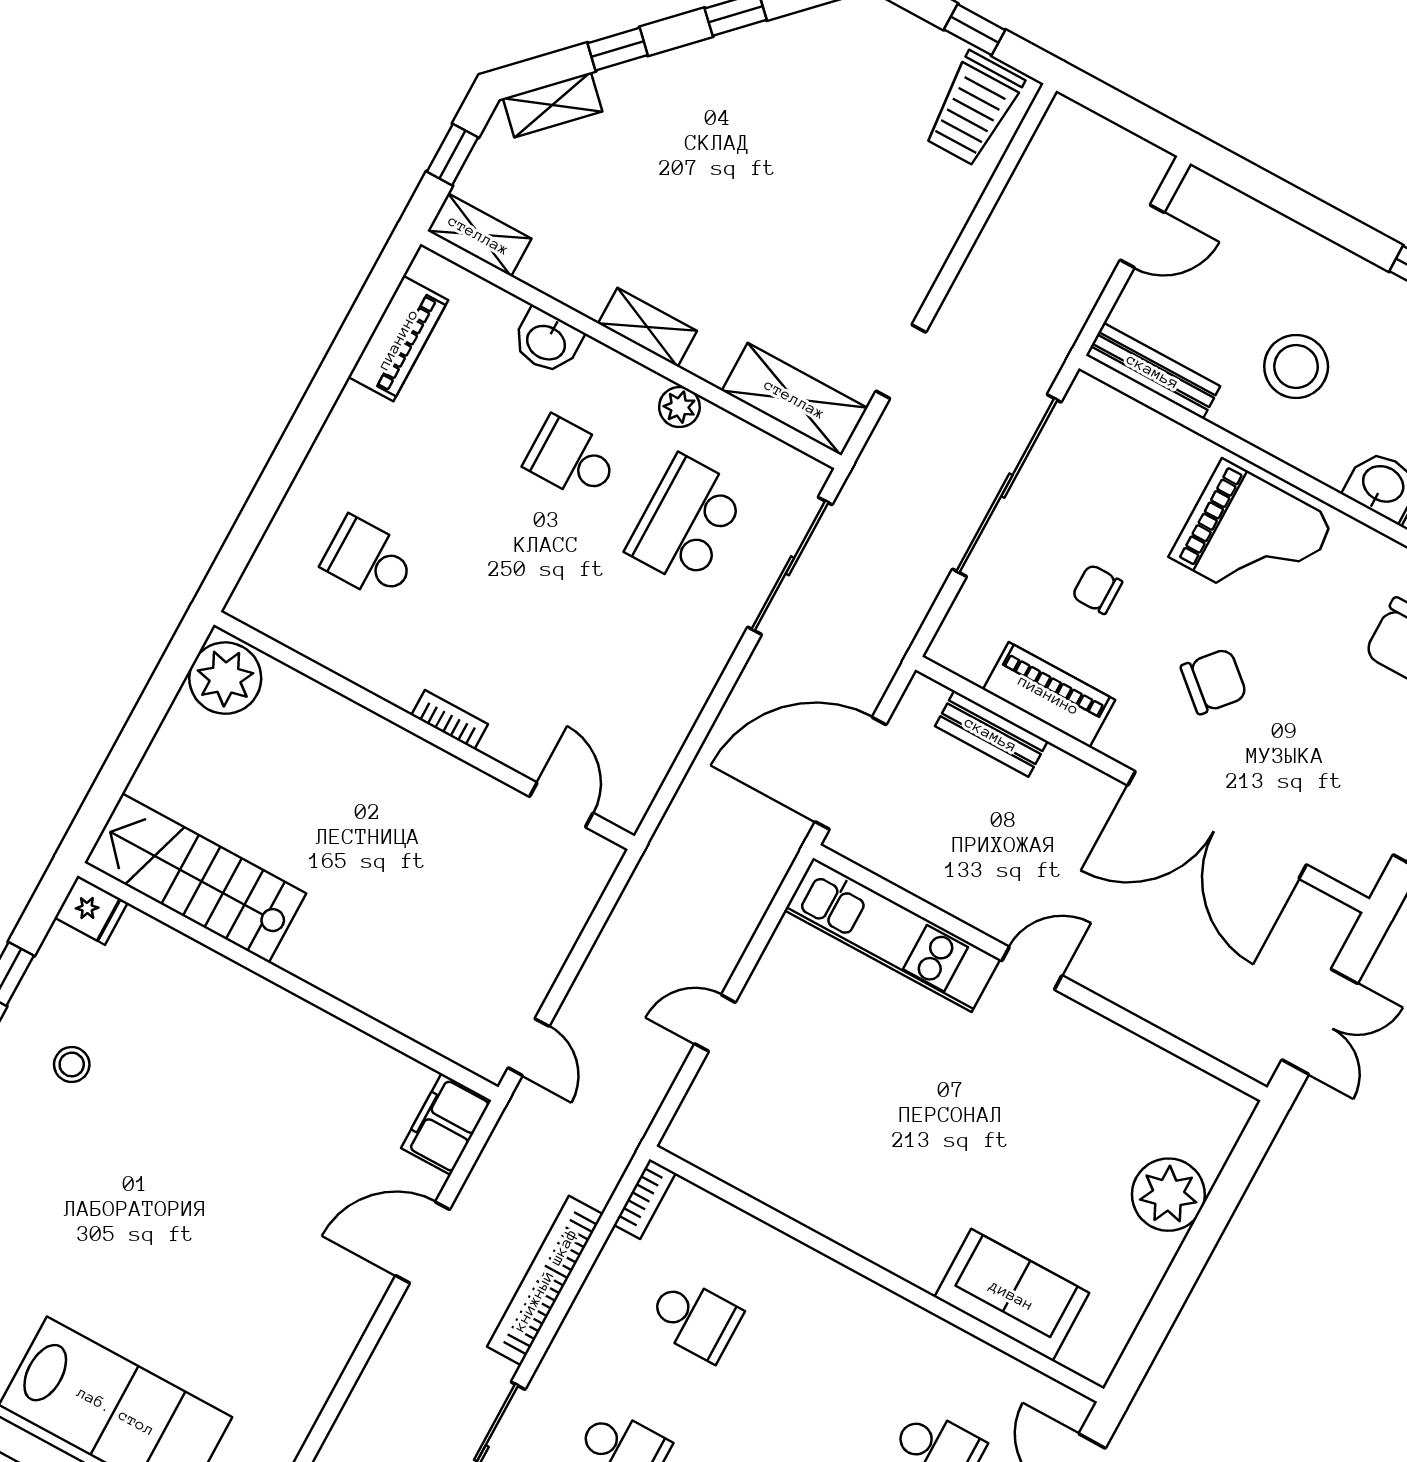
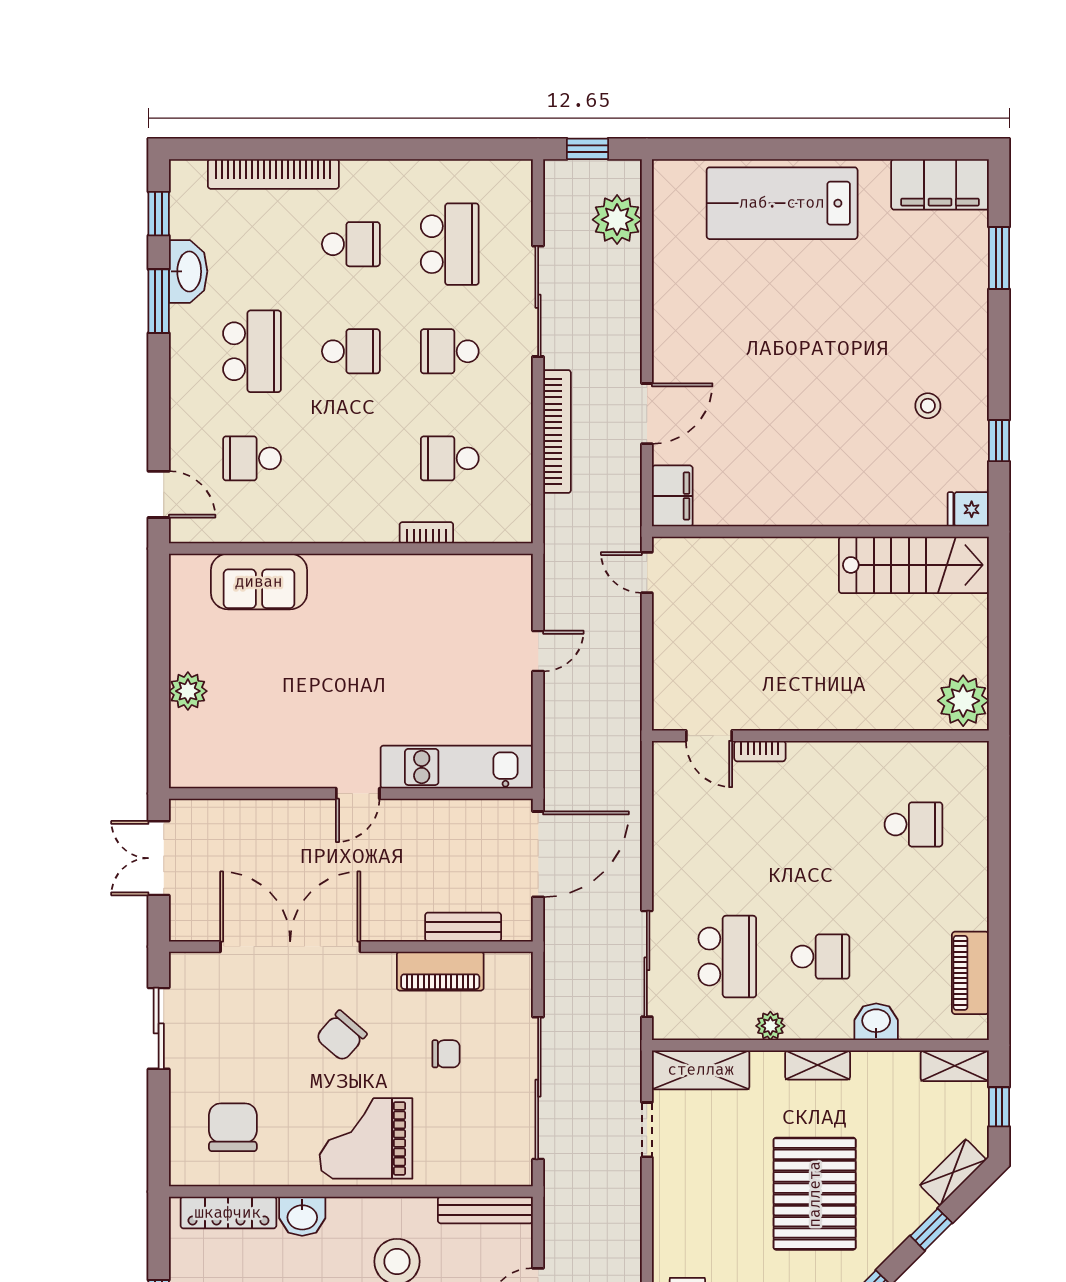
pallet: (737, 171) -> (815, 1194), added
bookcase: (450, 720) -> (760, 751), moved
plant: (1168, 1195) -> (188, 691), width x0.73, depth x0.73
bookcase: (645, 1199) -> (426, 533), moved, turned 90

